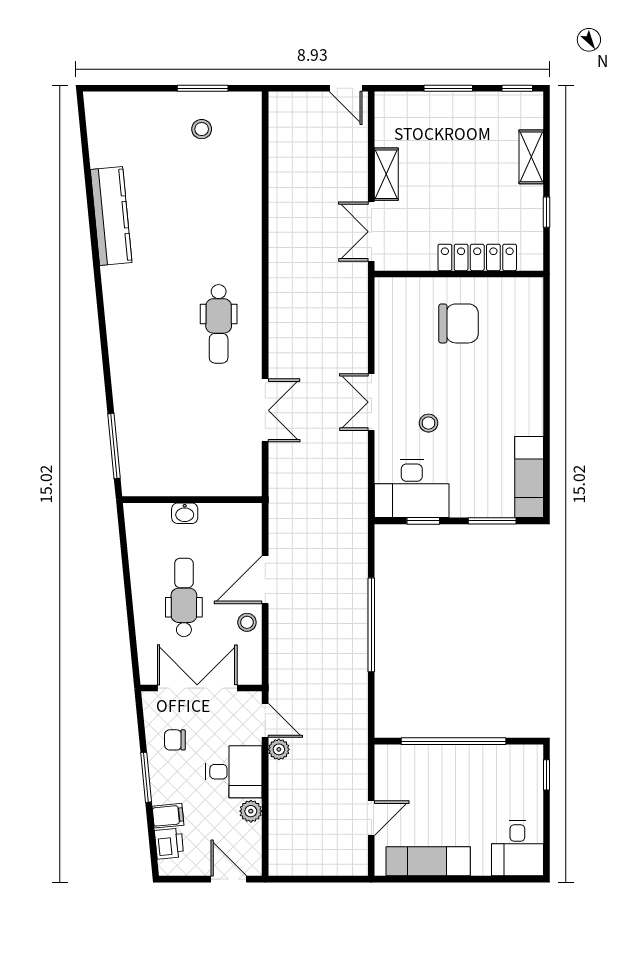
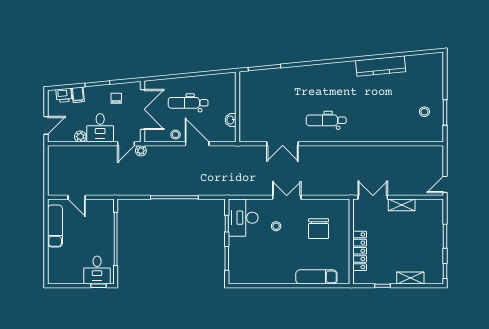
chair: (459, 323) -> (319, 229), moved
exam couch: (529, 477) -> (316, 277), moved
washbasin: (185, 513) -> (231, 120), moved
dental chair: (184, 597) -> (188, 103), turned 180
plant: (279, 749) -> (141, 151), moved
desk: (517, 848) -> (97, 270), moved, turned -90

